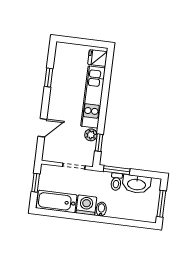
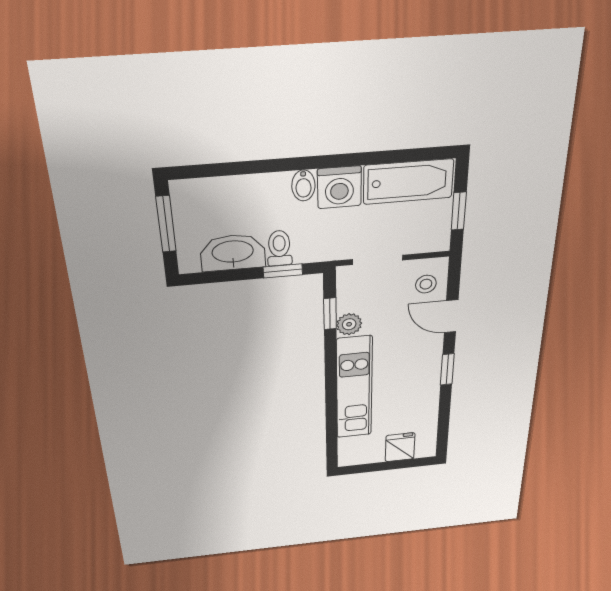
fridge: (97, 58) -> (400, 447), moved, turned -90
window: (49, 77) -> (447, 369), moved
door: (42, 128) -> (451, 316), hinge flipped
stool: (53, 148) -> (426, 284), added
window: (117, 170) -> (283, 271), width x0.67

